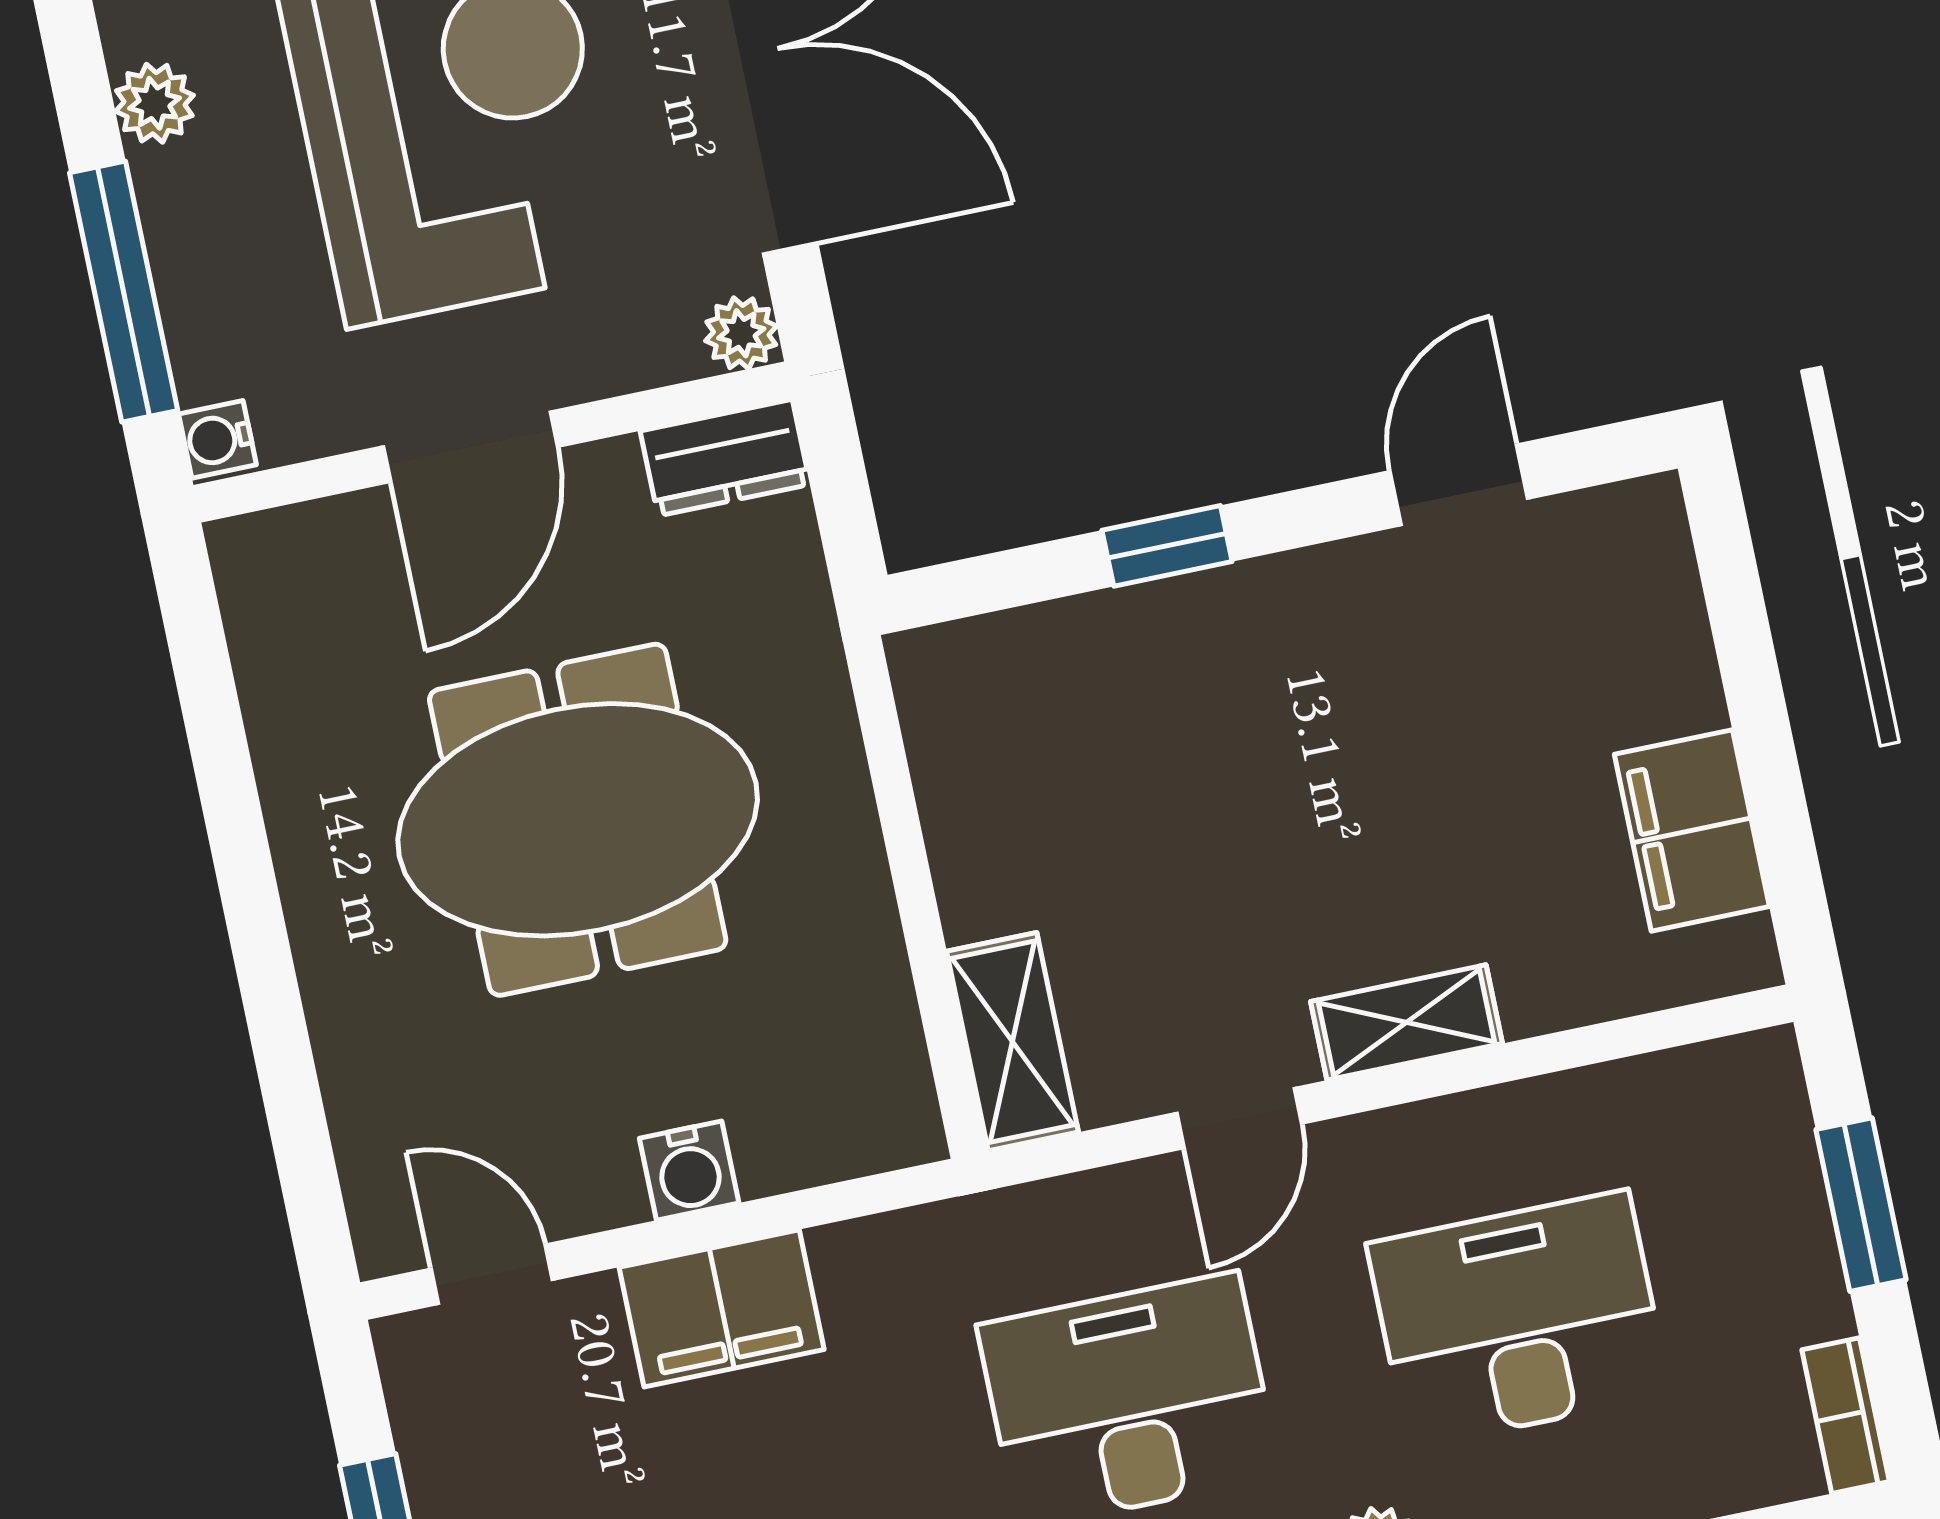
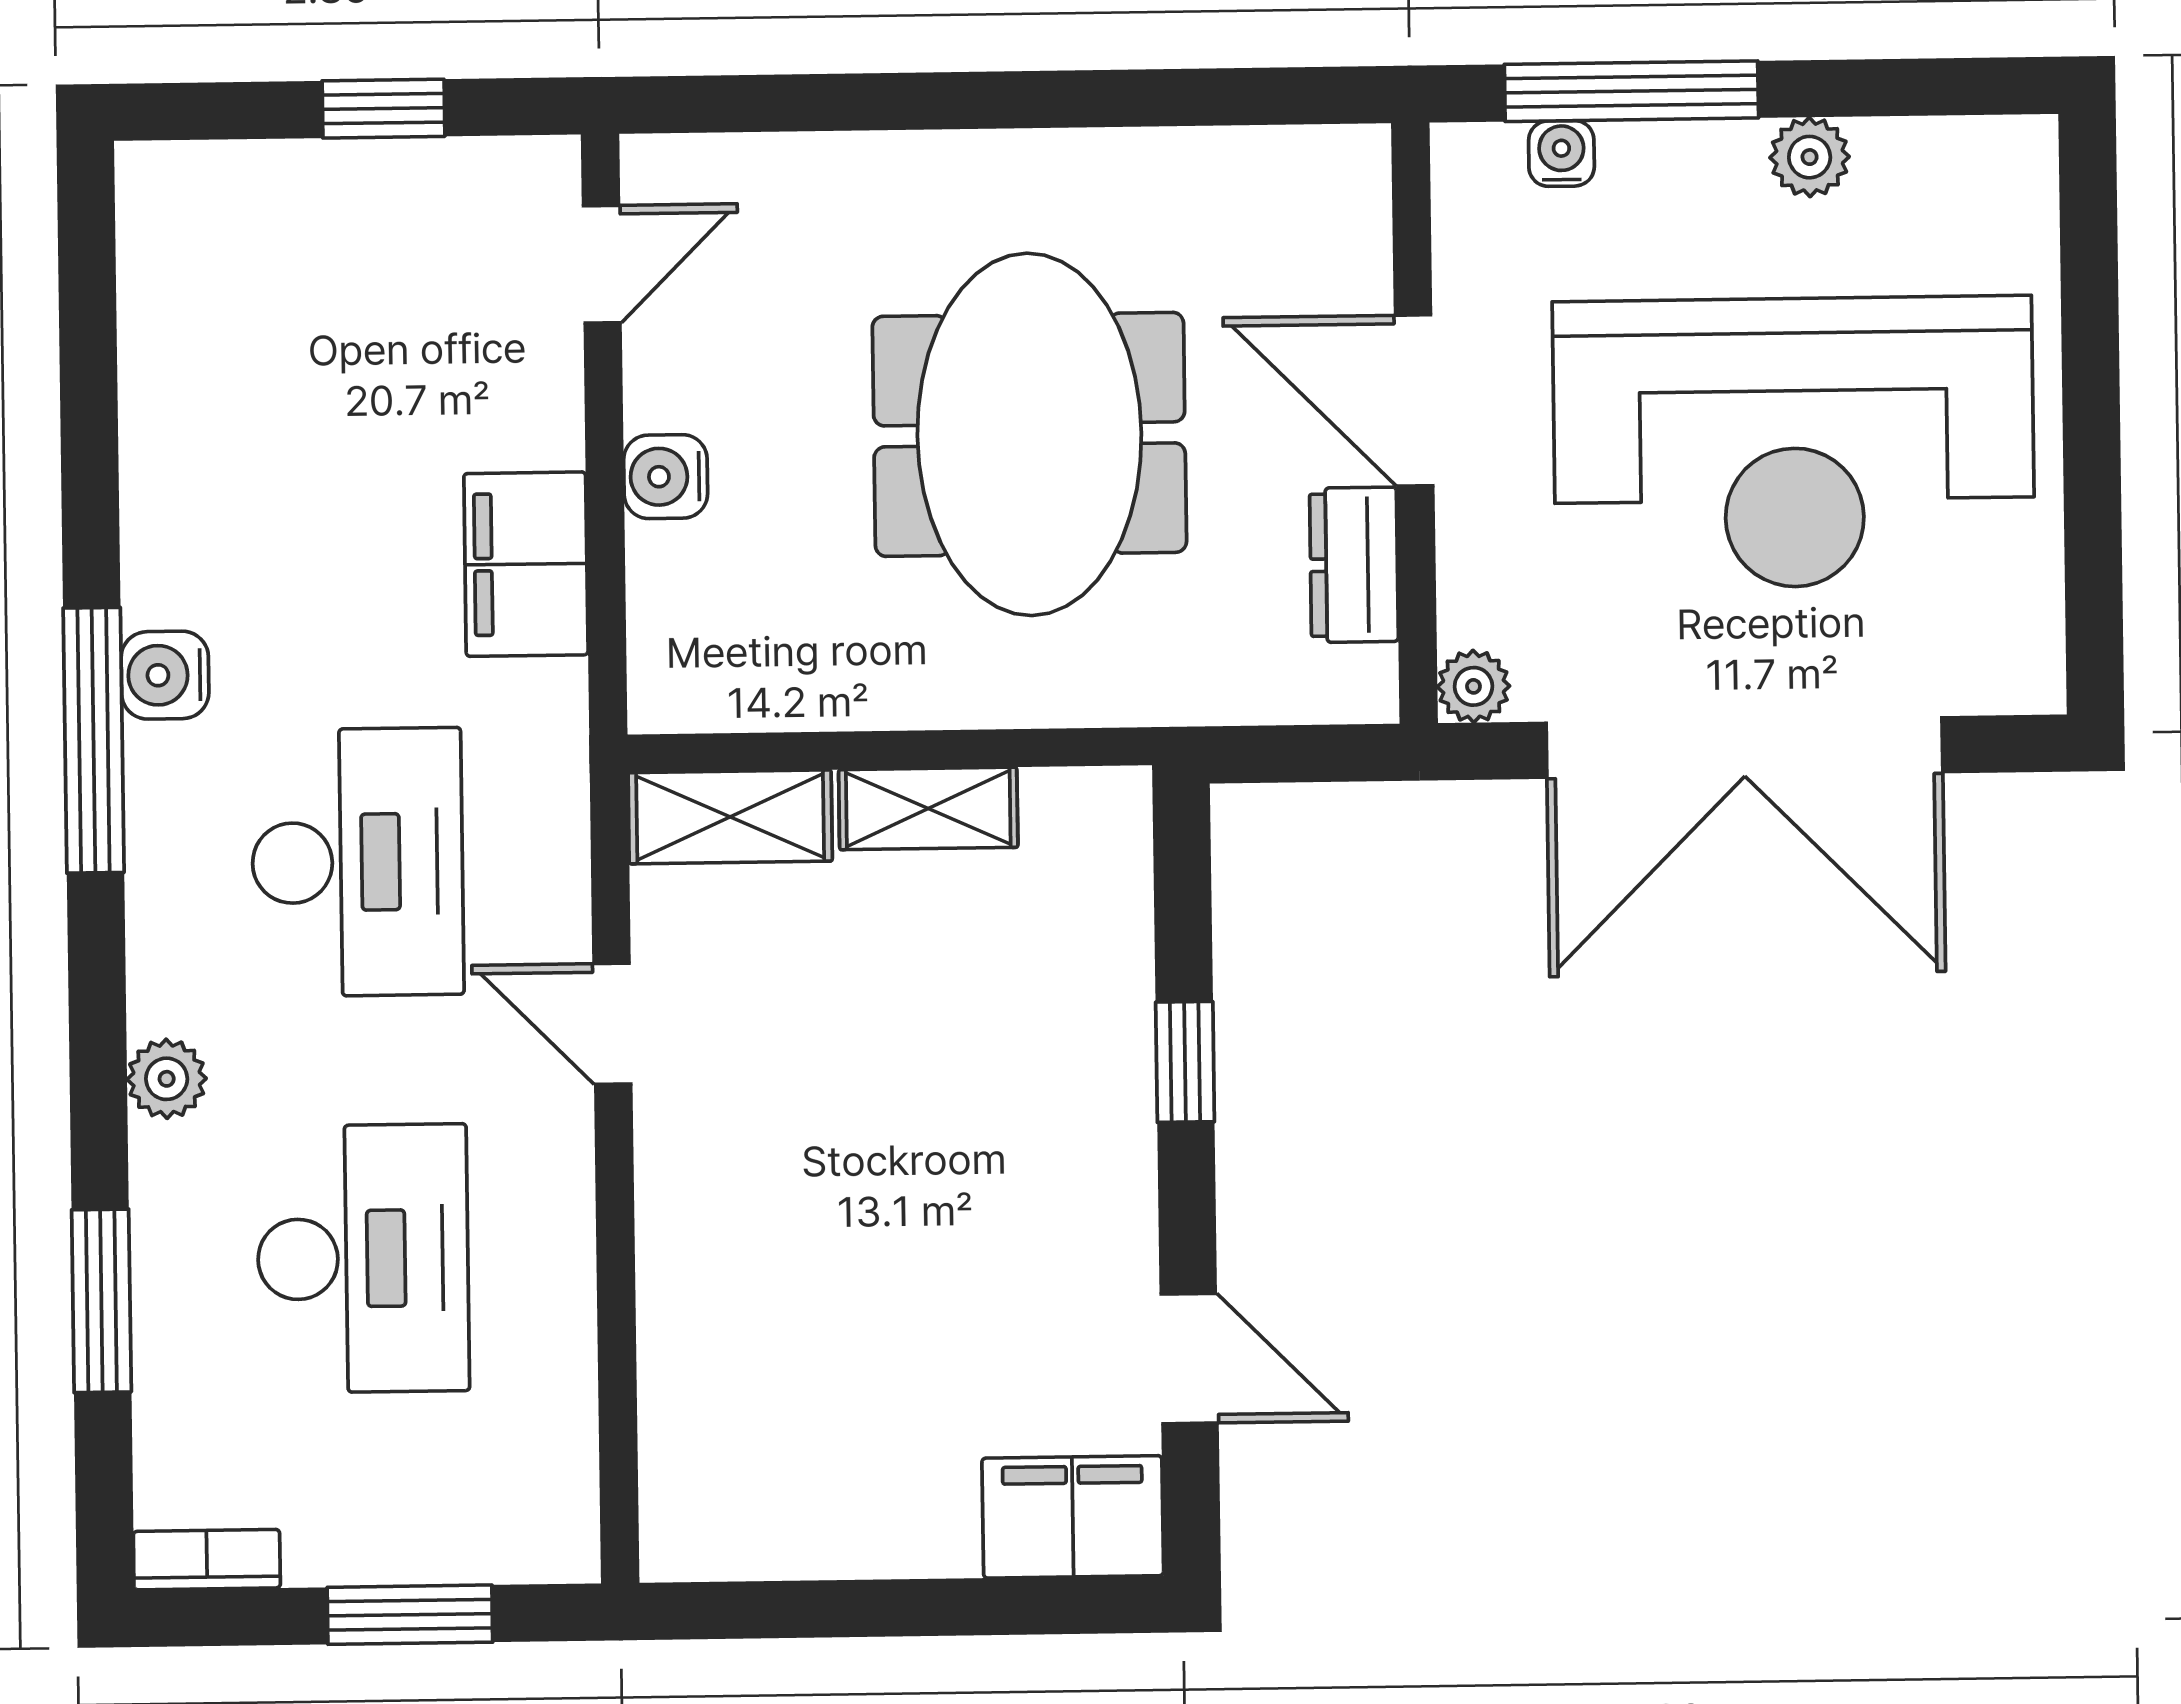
water cooler: (217, 439) -> (1561, 153), moved
dresser: (725, 458) -> (1354, 565), moved
filing cabinet: (1692, 830) -> (1073, 1517), moved
shelving: (1407, 1022) -> (928, 808), moved, turned 90
filing cabinet: (722, 1308) -> (526, 564), moved

